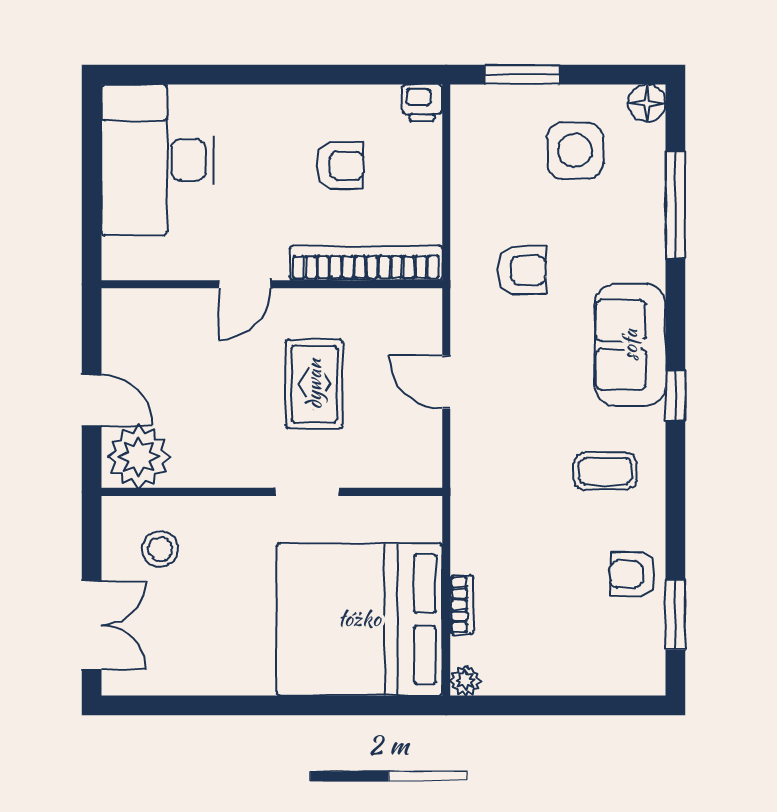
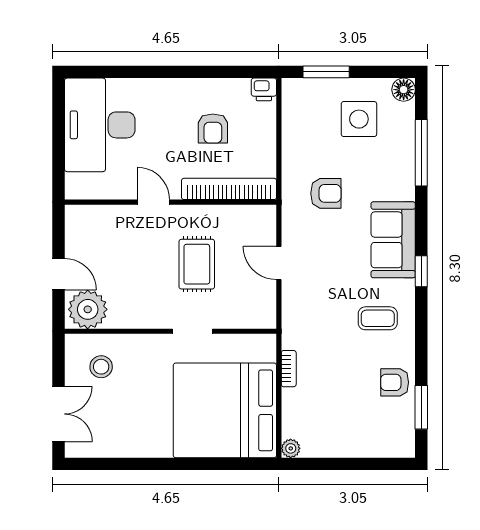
armchair: (340, 166) -> (213, 129), turned 90
door: (244, 284) -> (153, 202), swing flipped
bookcase: (462, 605) -> (289, 369), moved

